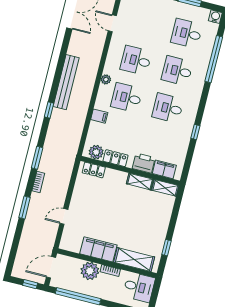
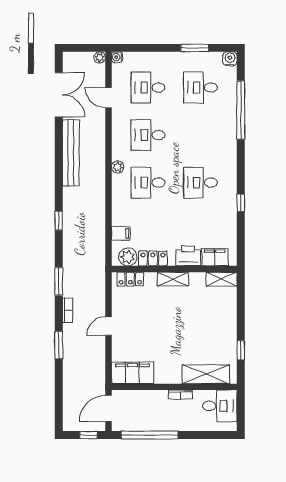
desk: (177, 71) -> (148, 88), moved
bench: (66, 82) -> (71, 153), moved
filing cabinet: (99, 116) -> (121, 233), moved
shelving: (140, 182) -> (173, 279), moved
door: (64, 216) -> (108, 326), moved
filing cabinet: (98, 249) -> (133, 373), moved
plant: (90, 271) -> (156, 401), removed

